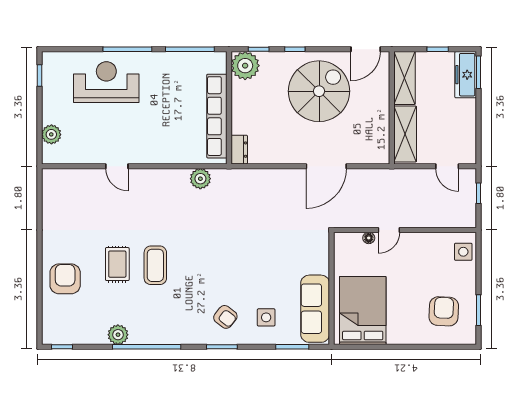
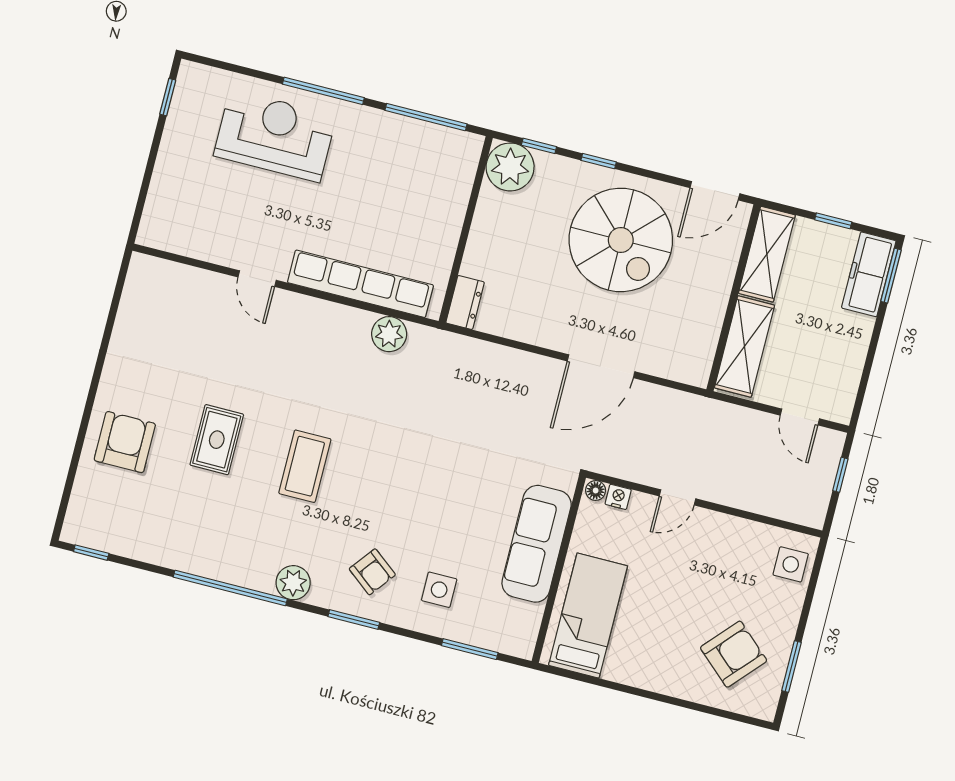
spiral stairs: (319, 91) -> (621, 240), turned 90
row of seats: (217, 116) -> (360, 284), moved, turned 90
plant: (51, 134) -> (163, 199), removed
nightstand: (355, 238) -> (618, 497), added
floor lamp: (369, 238) -> (596, 490), moved
coffee table: (155, 265) -> (305, 466), moved
sofa: (315, 309) -> (537, 544), moved
bed: (363, 311) -> (588, 616), width x0.67
armchair: (444, 311) -> (734, 654), turned 39
plant: (118, 335) -> (293, 583), moved

